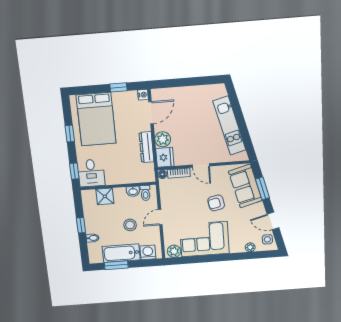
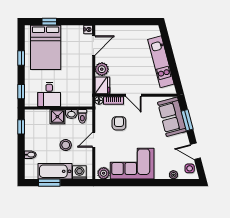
window: (118, 87) -> (49, 22), moved
dresser: (146, 147) -> (87, 75), removed
desk: (91, 173) -> (49, 94), moved
shower: (105, 196) -> (57, 117), moved
armchair: (216, 203) -> (119, 123), moved, turned 101
window: (81, 225) -> (21, 127), moved

